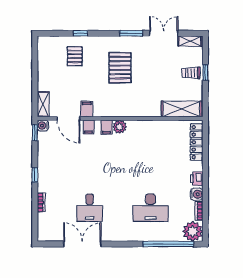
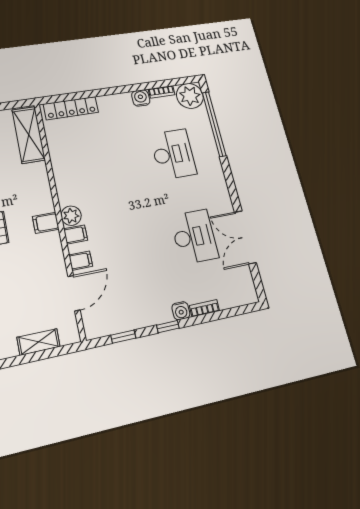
shelving: (43, 104) -> (39, 342), moved
filing cabinet: (87, 109) -> (46, 223), moved
water cooler: (43, 126) -> (181, 311), moved
window: (35, 133) -> (123, 337), moved
printer: (197, 179) -> (120, 101), removed
desk: (90, 208) -> (194, 237), width x1.37

